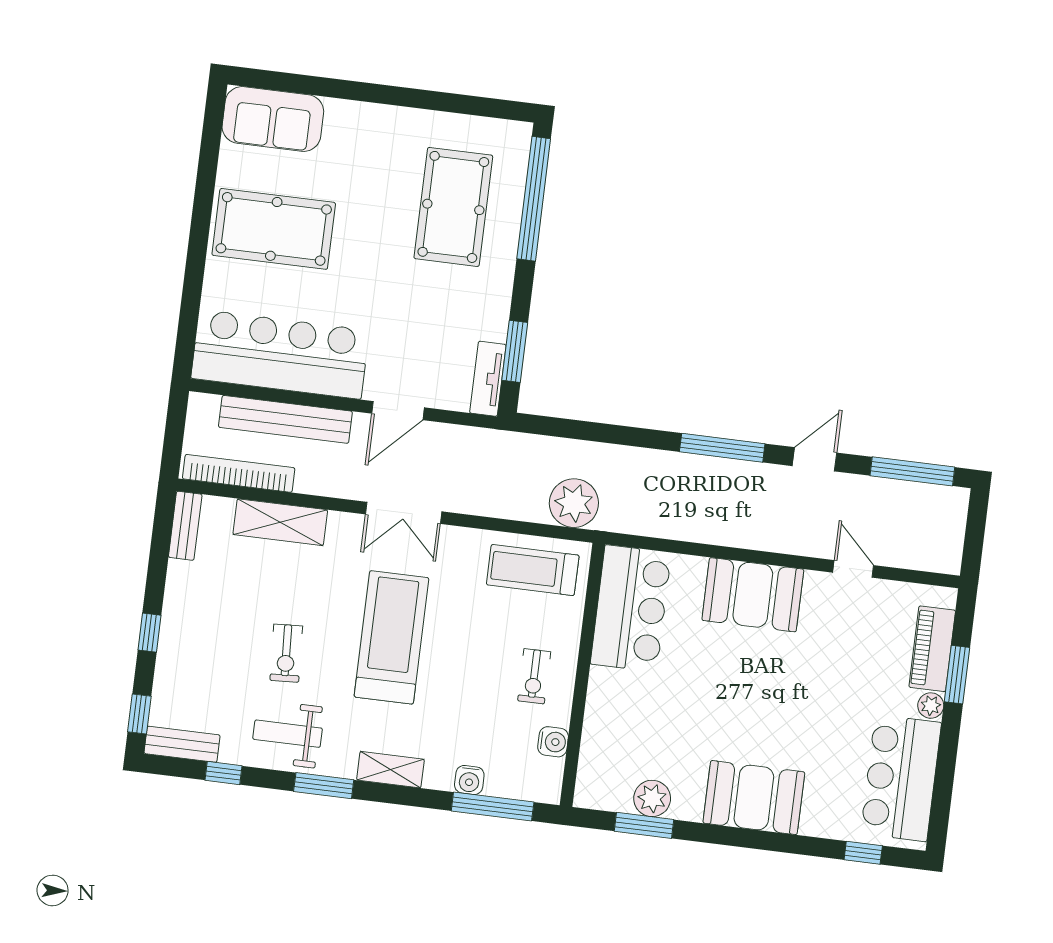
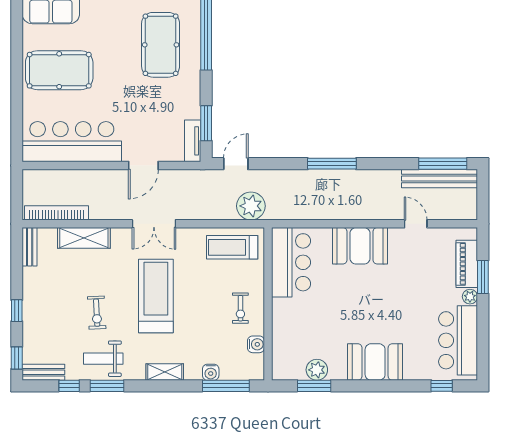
bench: (285, 419) -> (440, 179), moved
door: (815, 459) -> (236, 164), moved
window: (324, 786) -> (107, 386), moved

